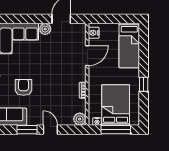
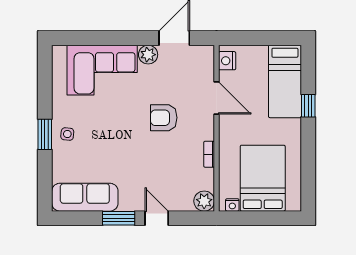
door: (87, 56) -> (216, 98), hinge flipped
window: (144, 84) -> (308, 106), moved
armchair: (23, 87) -> (164, 118), moved, turned -90
window: (116, 130) -> (263, 218), removed

